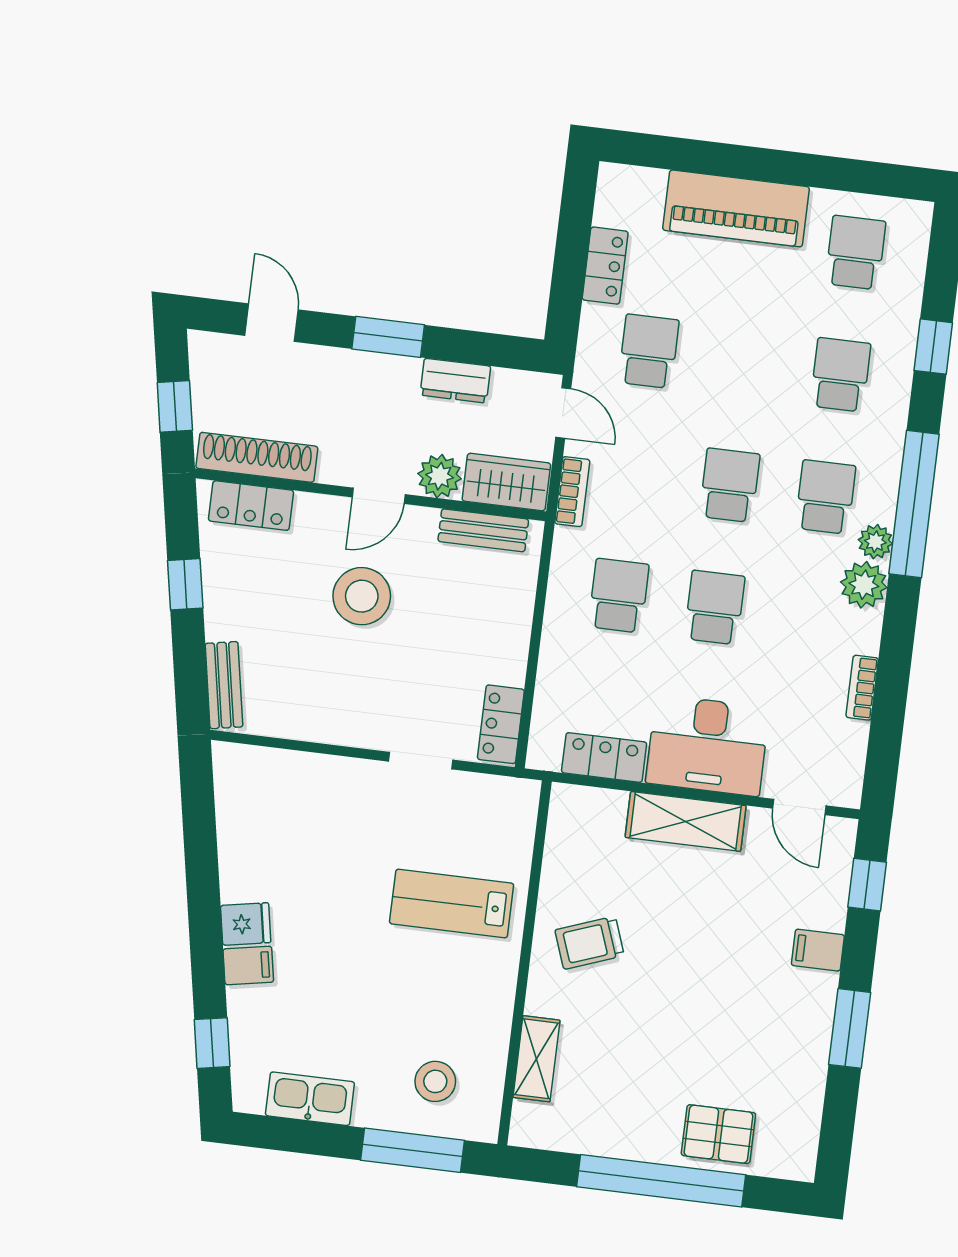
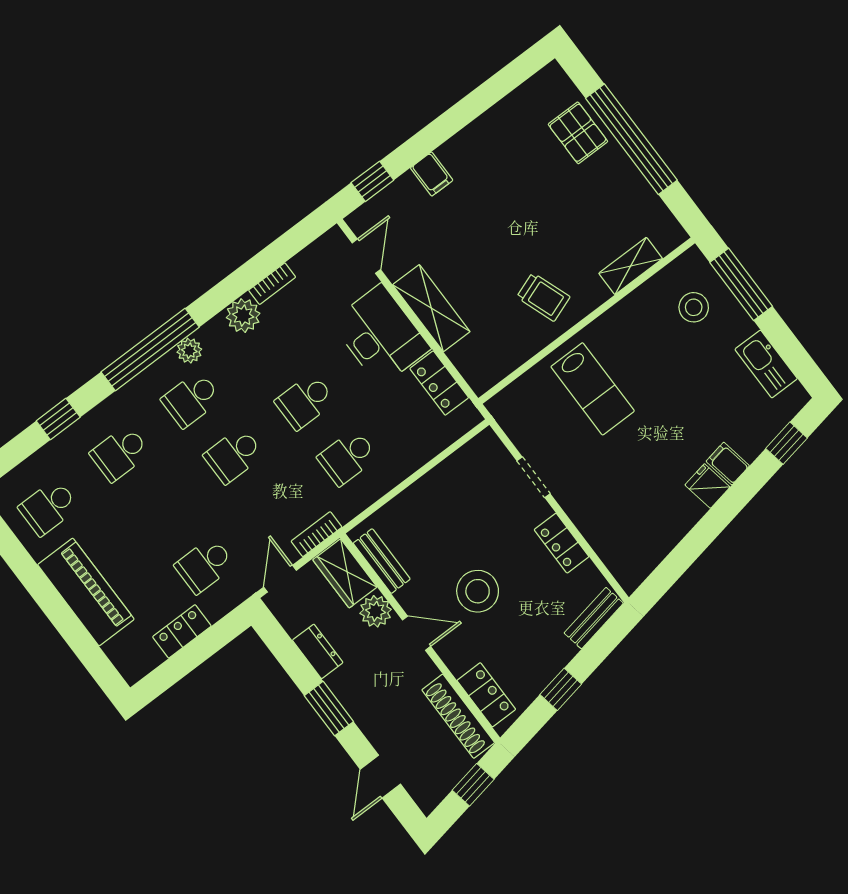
plant: (864, 585) -> (243, 316), moved
locker: (501, 724) -> (562, 543), moved, turned 90
window: (850, 1028) -> (456, 118), removed

